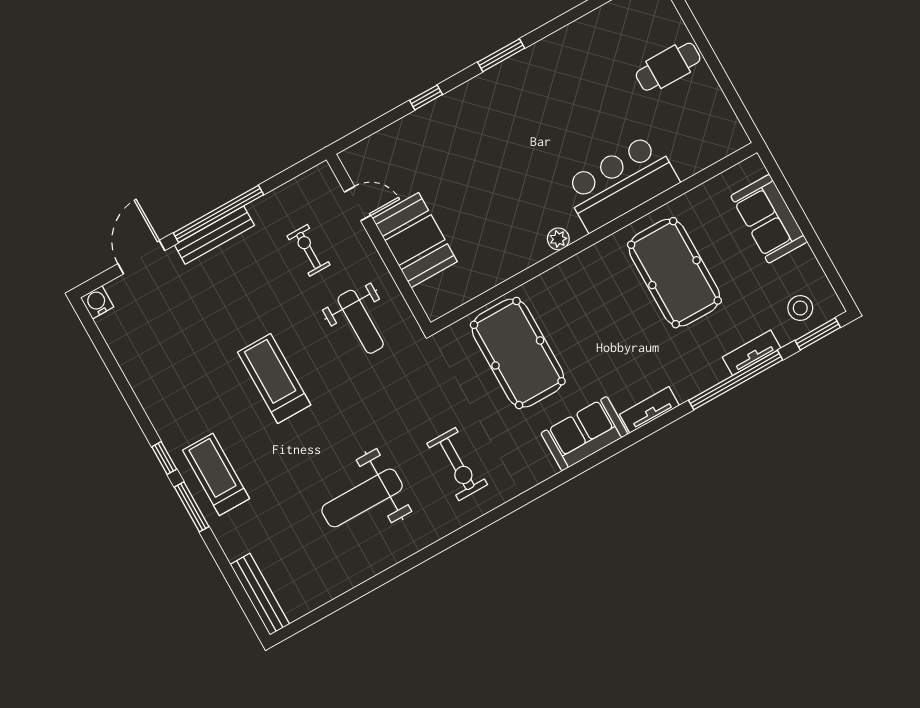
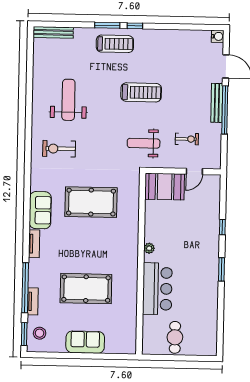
bar counter: (621, 183) -> (157, 289), moved
wall: (594, 237) -> (141, 264), moved
plant: (558, 239) -> (149, 248), moved

